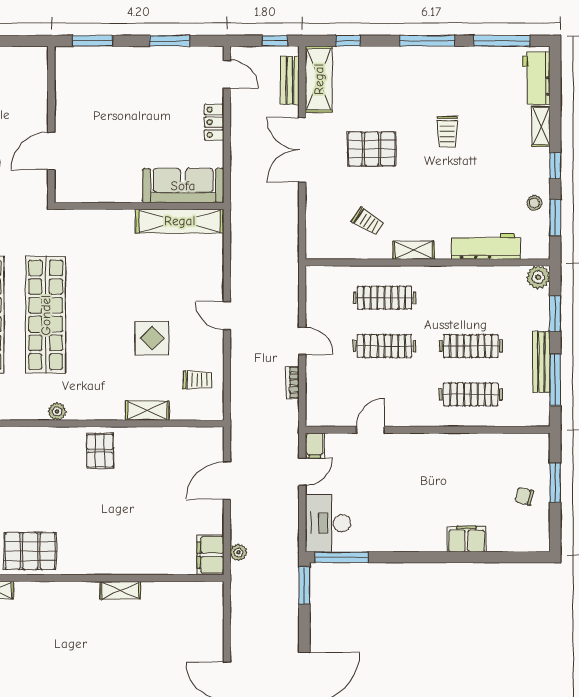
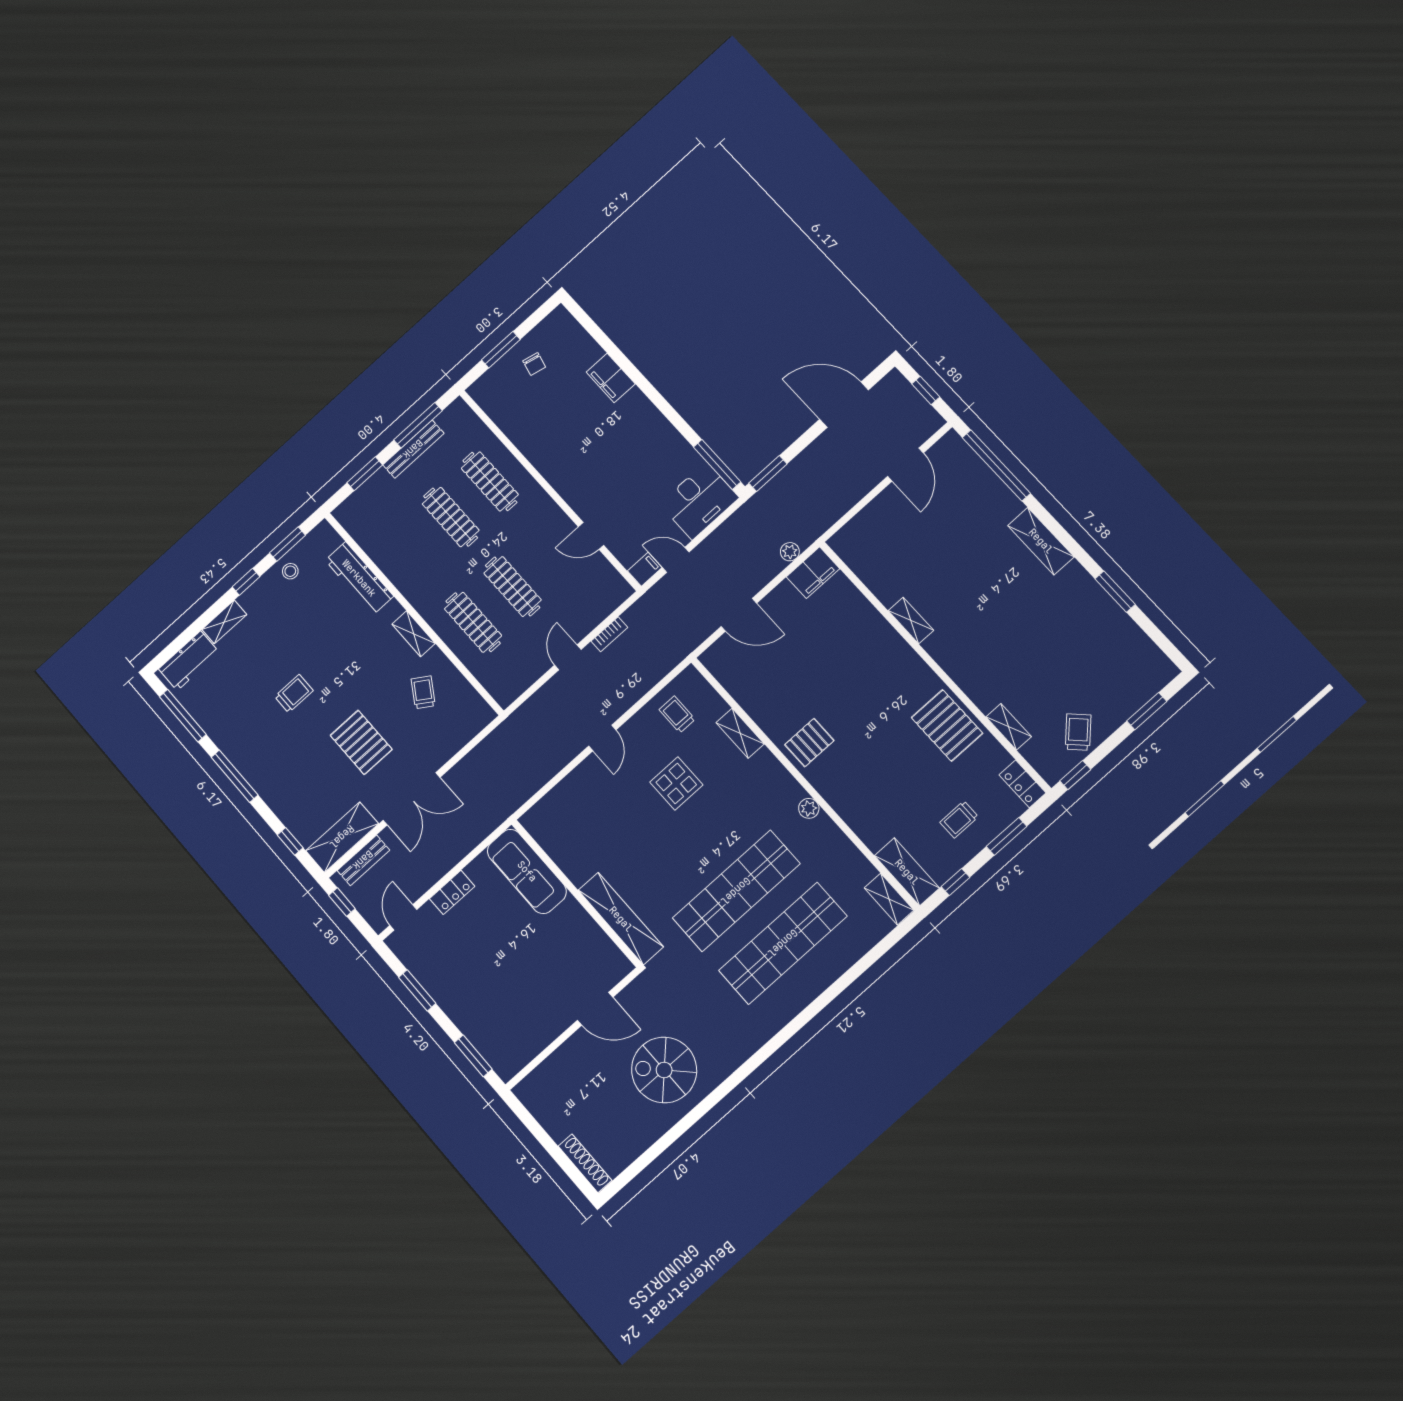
shelving: (180, 221) -> (621, 919), moved
plant: (538, 277) -> (347, 514), removed

